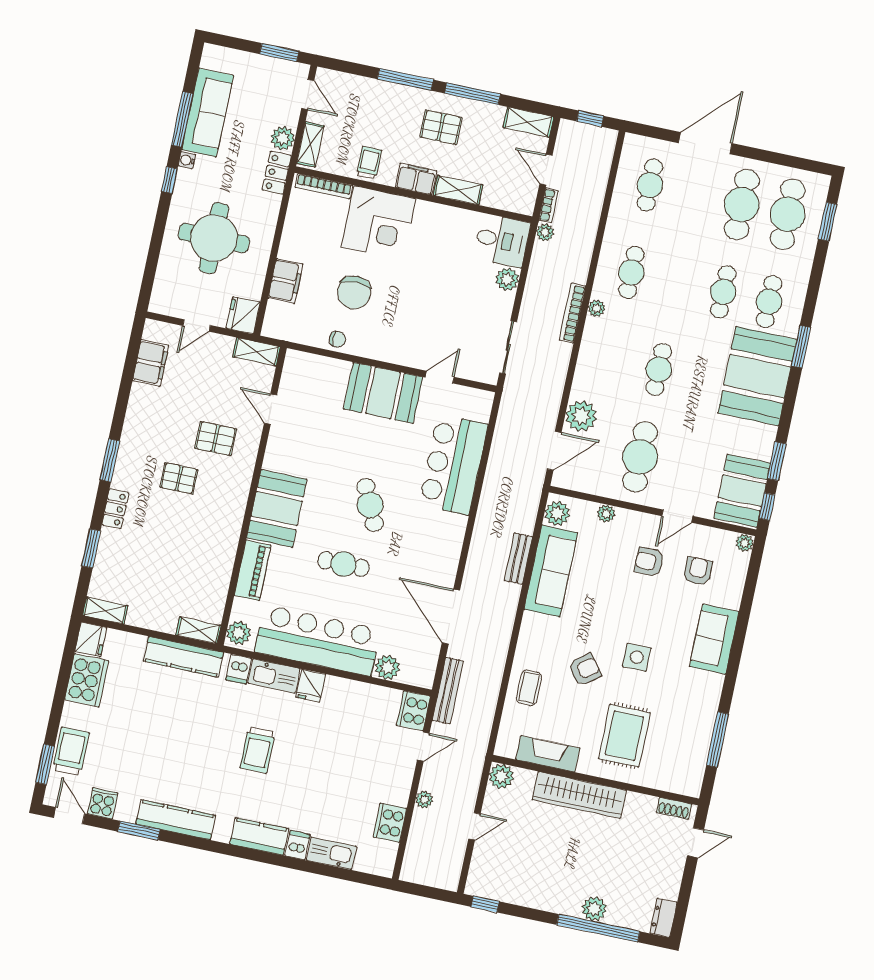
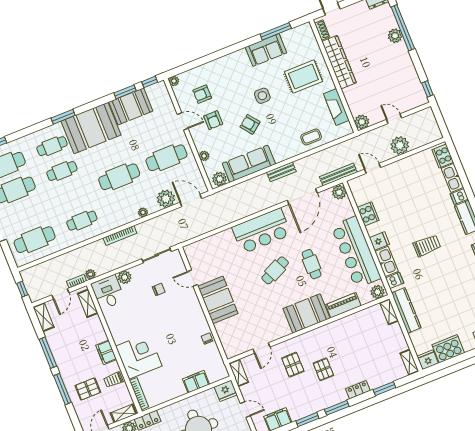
pallet: (441, 127) -> (88, 389), moved, turned 90
cafe table: (650, 185) -> (35, 240), width x1.37, depth x1.35
shelving: (458, 190) -> (88, 303), moved
chair: (354, 292) -> (159, 289), moved, width x0.54, depth x0.54
plant: (597, 308) -> (143, 212), moved
cafe table: (659, 370) -> (119, 177), width x1.37, depth x1.35
window: (121, 406) -> (307, 420), added
bar counter: (453, 465) -> (262, 231), moved
booth: (742, 491) -> (131, 106), moved
bench: (518, 559) -> (281, 172), moved
sofa: (714, 639) -> (266, 50), moved
plant: (387, 667) -> (339, 192), moved
armchair: (585, 670) -> (250, 124), moved
cooker: (414, 711) -> (368, 214), moved, turned -90
wardrobe: (579, 795) -> (339, 62), moved
plant: (424, 800) -> (400, 145), width x1.87, depth x1.87
cooker: (390, 823) -> (443, 156), moved, turned 90

